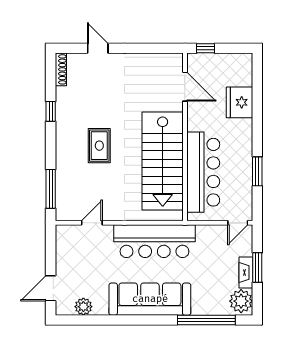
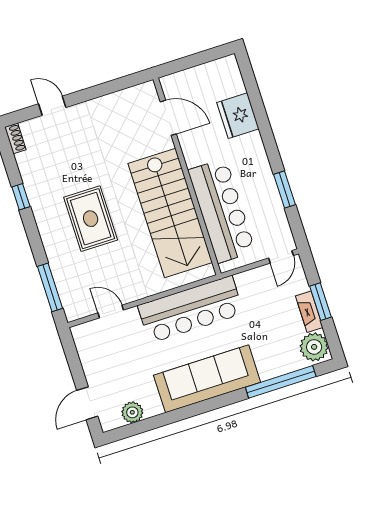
window: (205, 48) -> (178, 65), removed
shoe rack: (61, 69) -> (15, 138), width x0.70
rug: (99, 146) -> (91, 219), width x1.36, depth x1.43
door: (92, 223) -> (111, 311), hinge flipped

